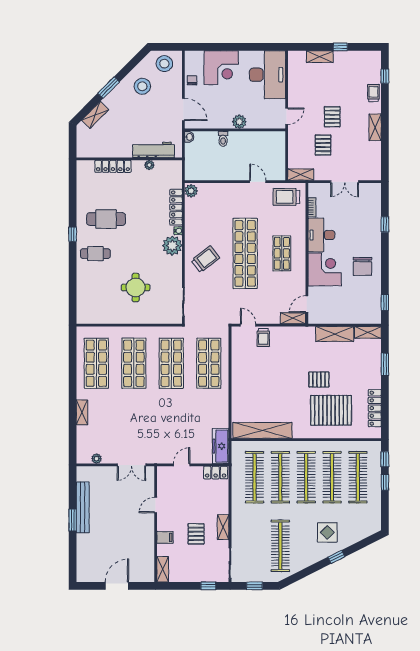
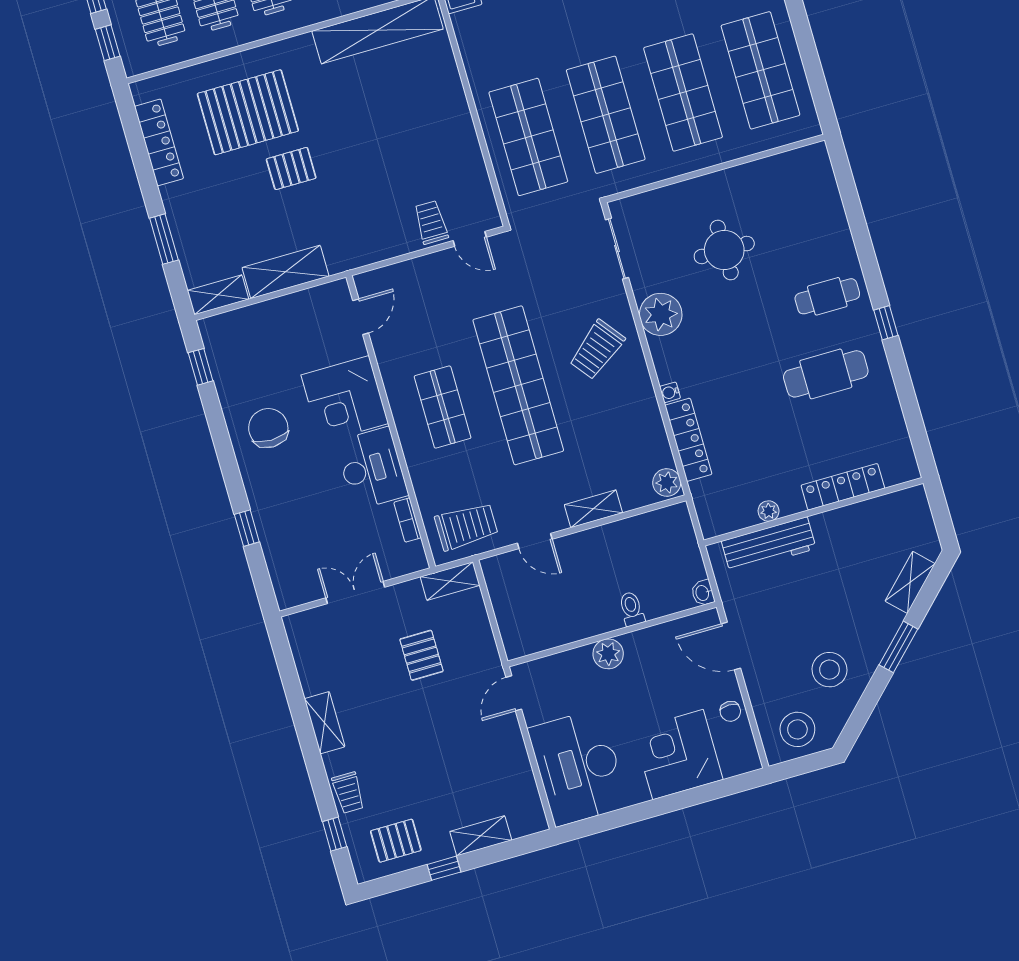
pallet: (332, 117) -> (396, 841), moved, turned 90
plant: (172, 246) -> (661, 314), moved
shelving: (293, 318) -> (593, 509), moved

